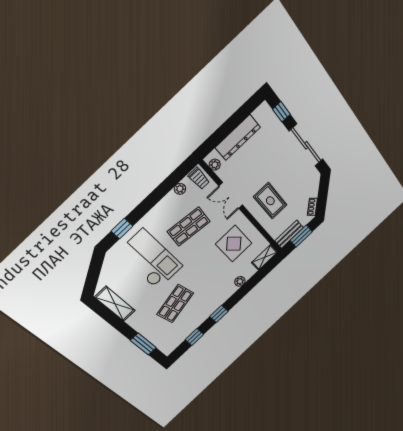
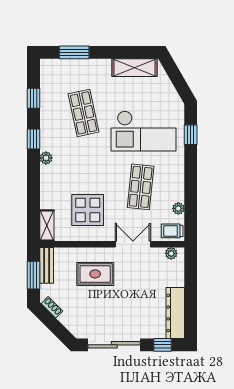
dresser: (238, 137) -> (175, 313), moved
plant: (240, 281) -> (46, 158), moved

